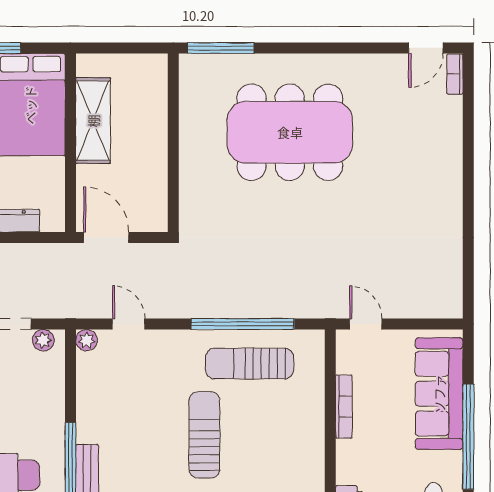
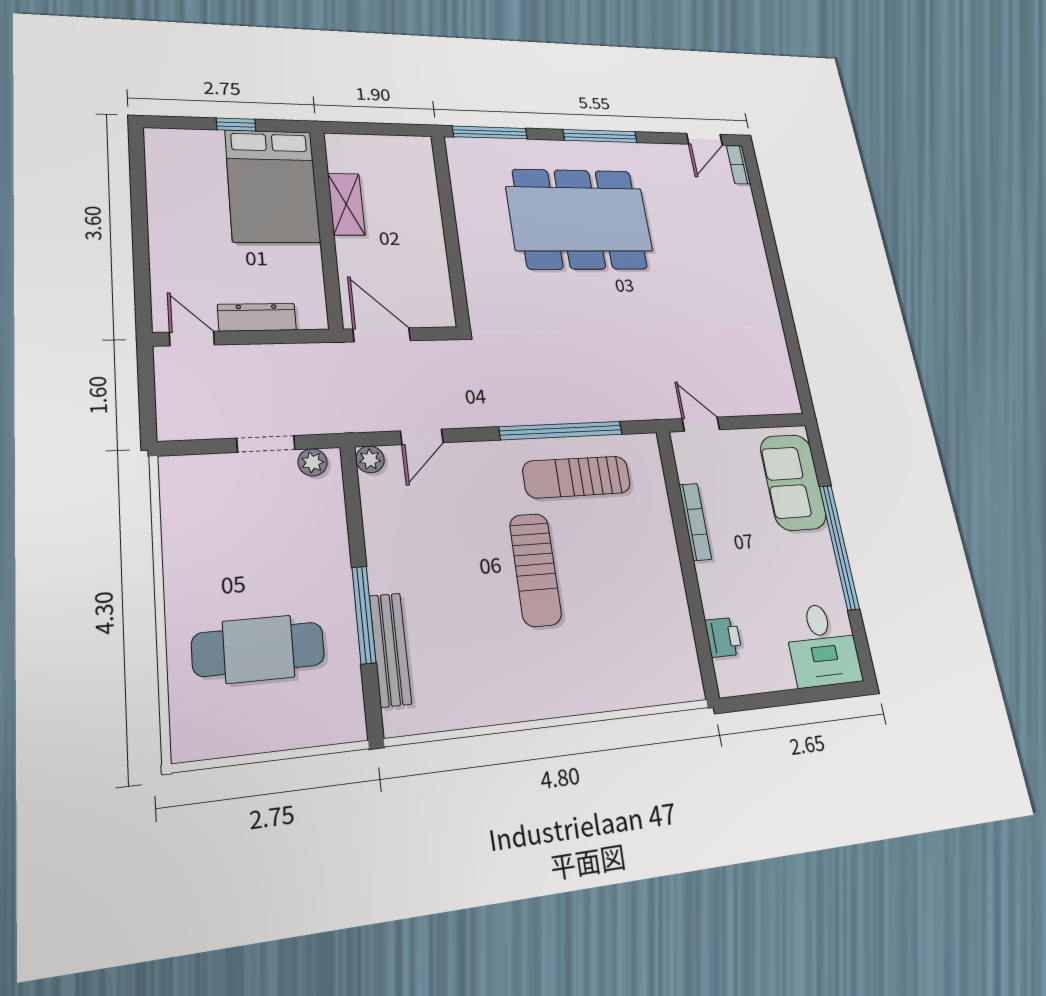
window: (323, 48) -> (600, 136), added
shelving: (93, 121) -> (346, 204), width x0.67, depth x0.75
door: (129, 324) -> (422, 437), swing flipped
sofa: (439, 394) -> (793, 482), width x0.73
sun lounger: (204, 435) -> (535, 570), turned 180

